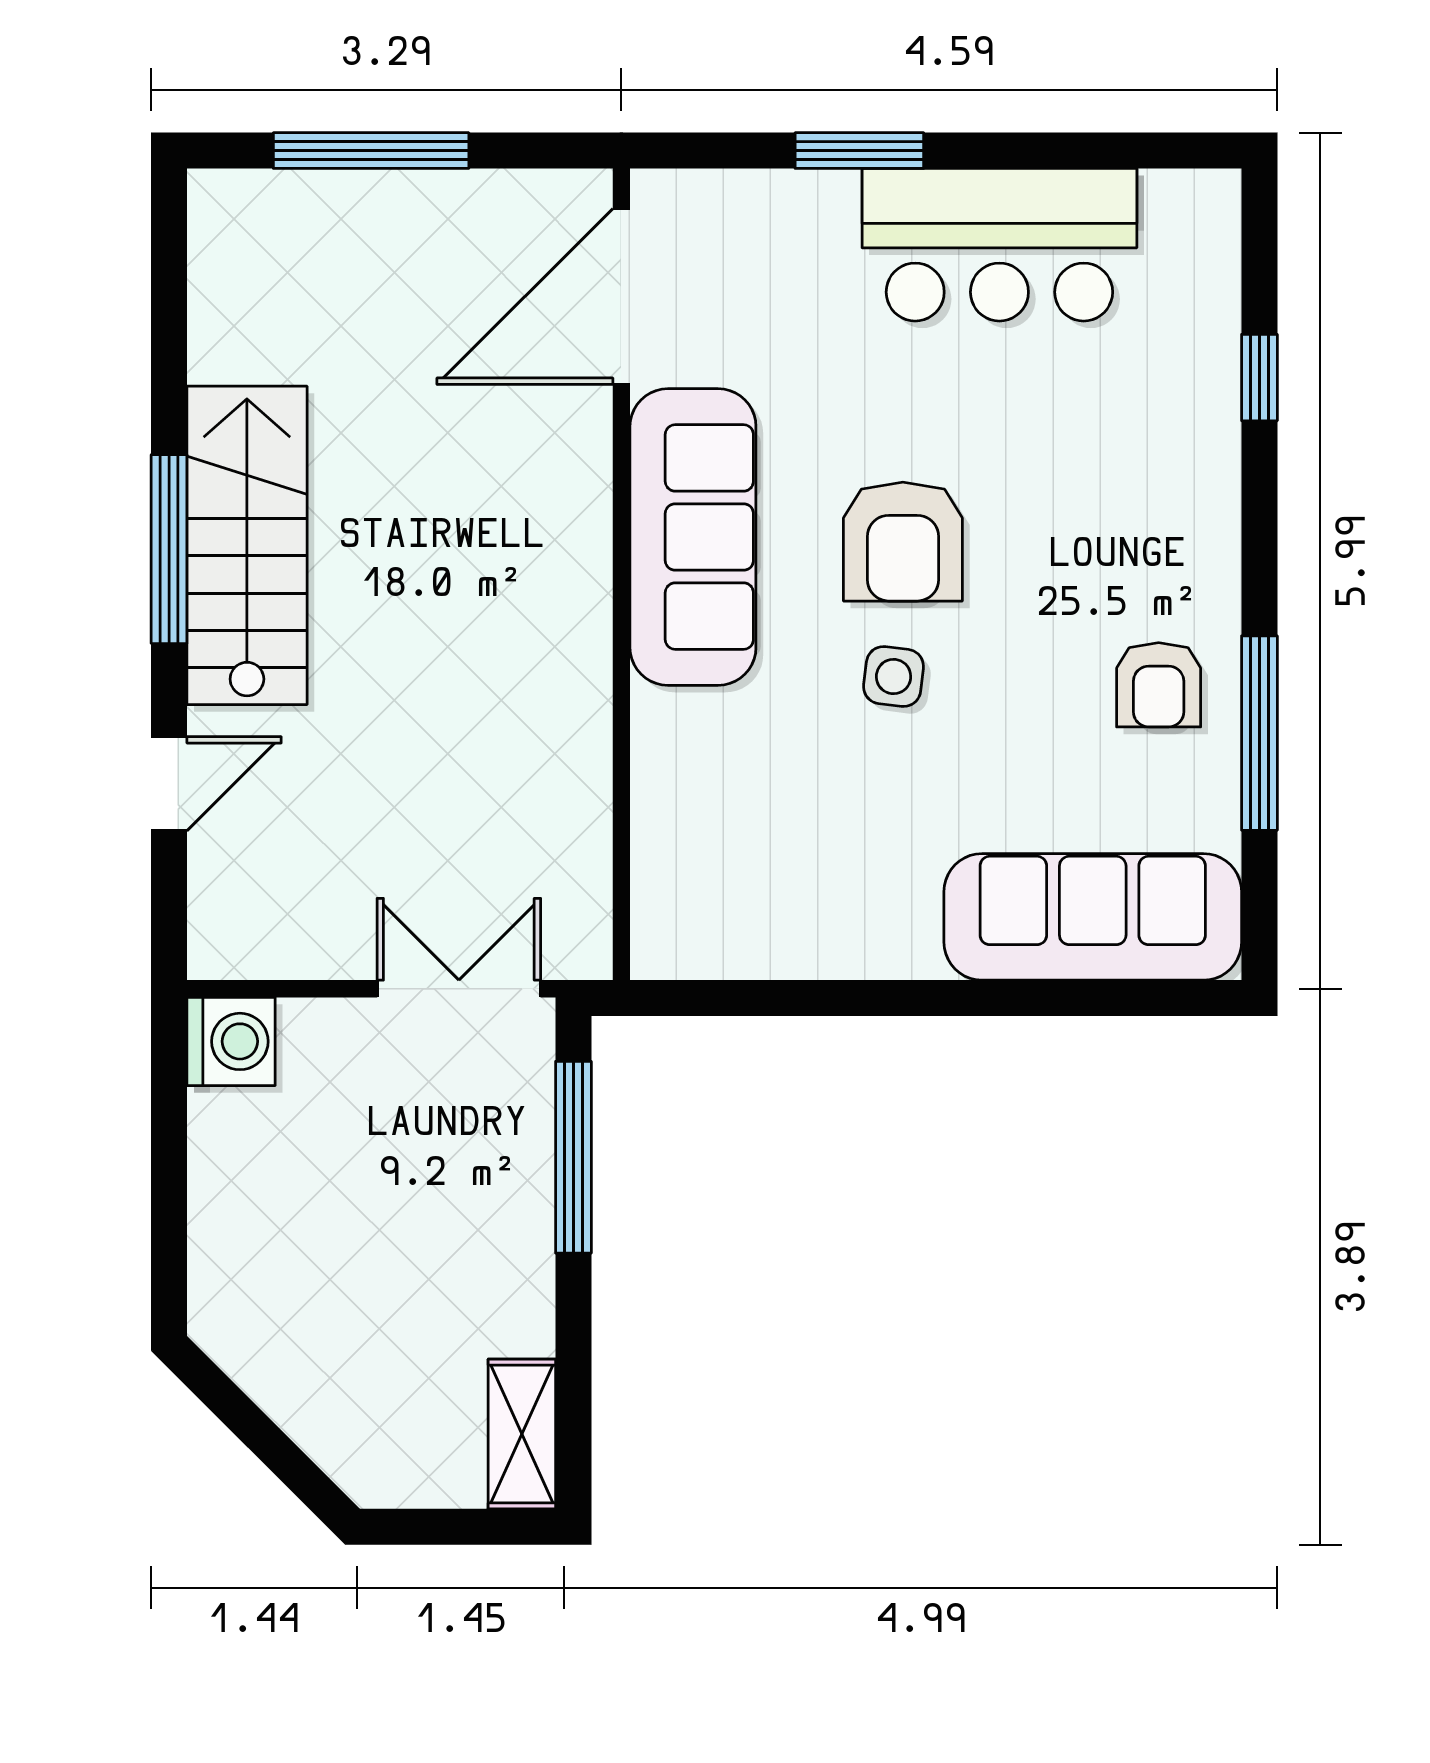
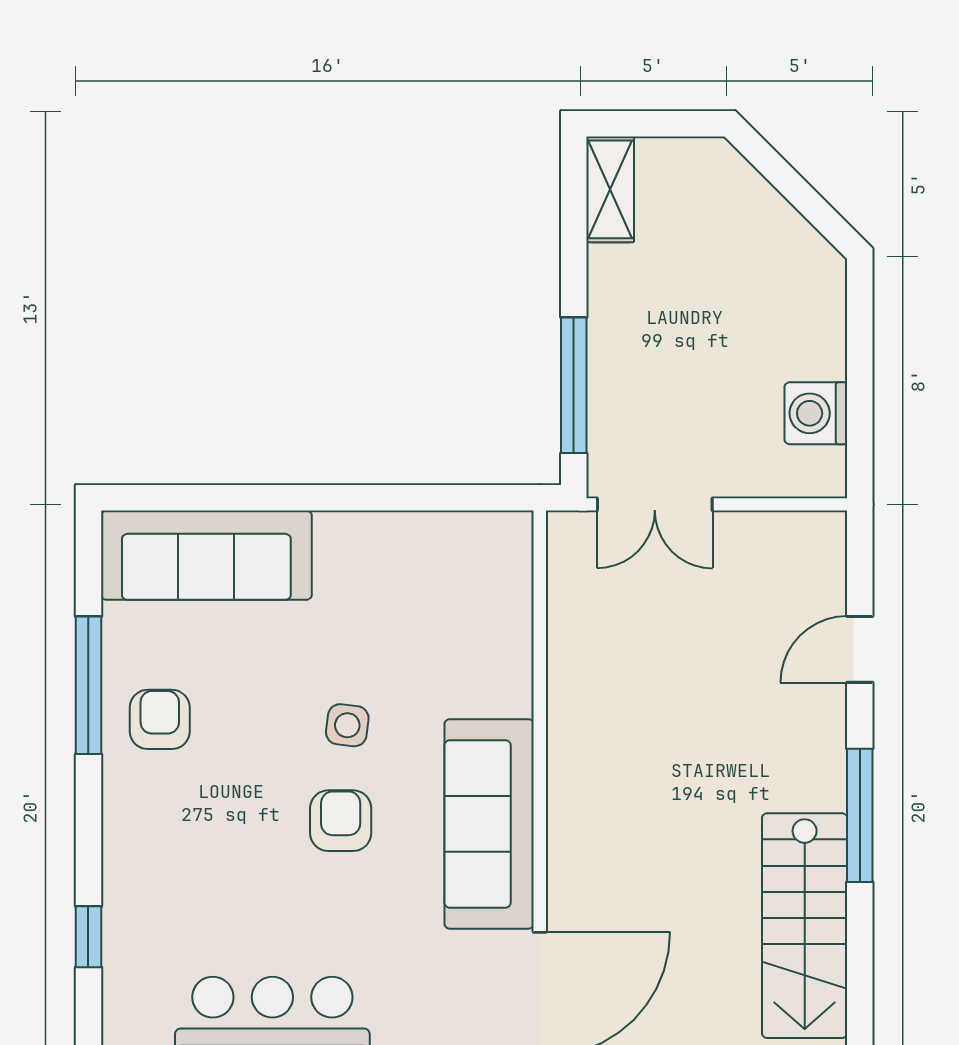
armchair: (903, 542) -> (341, 821), width x0.72, depth x0.72
stairs: (247, 545) -> (805, 926), moved
washing machine: (231, 1041) -> (816, 413), moved

